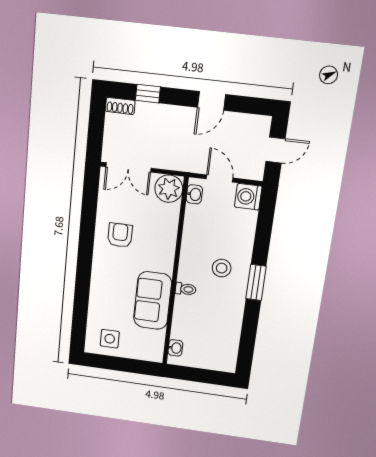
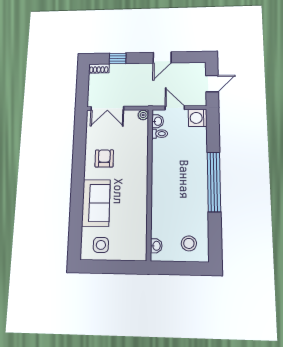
plant: (169, 189) -> (143, 115), width x0.53, depth x0.53
stool: (222, 268) -> (189, 243), moved
window: (256, 282) -> (214, 182), width x2.11
toilet: (186, 289) -> (160, 134), moved
sofa: (153, 301) -> (96, 203), moved, turned 180

